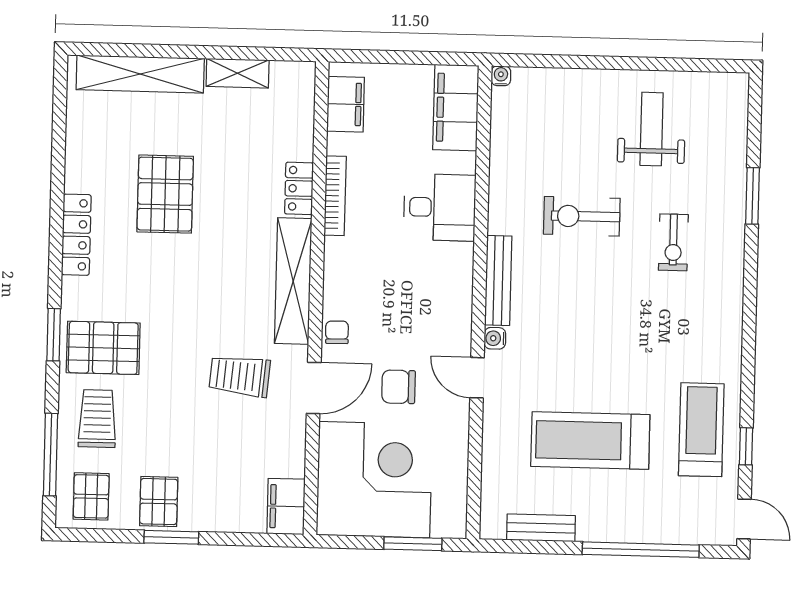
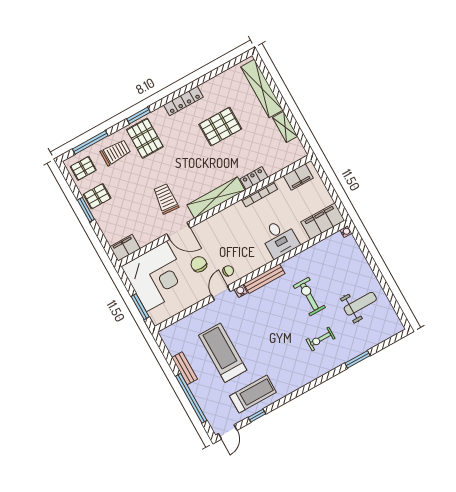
chair: (337, 332) -> (228, 271), moved
bench: (541, 528) -> (185, 368), moved

